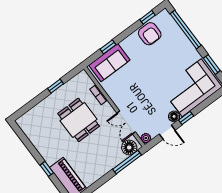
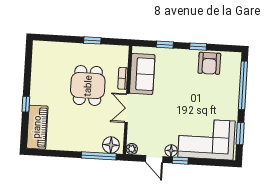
window: (147, 17) -> (198, 47), moved
sofa: (109, 63) -> (142, 74), moved, turned -90
double door: (126, 123) -> (127, 108), moved

